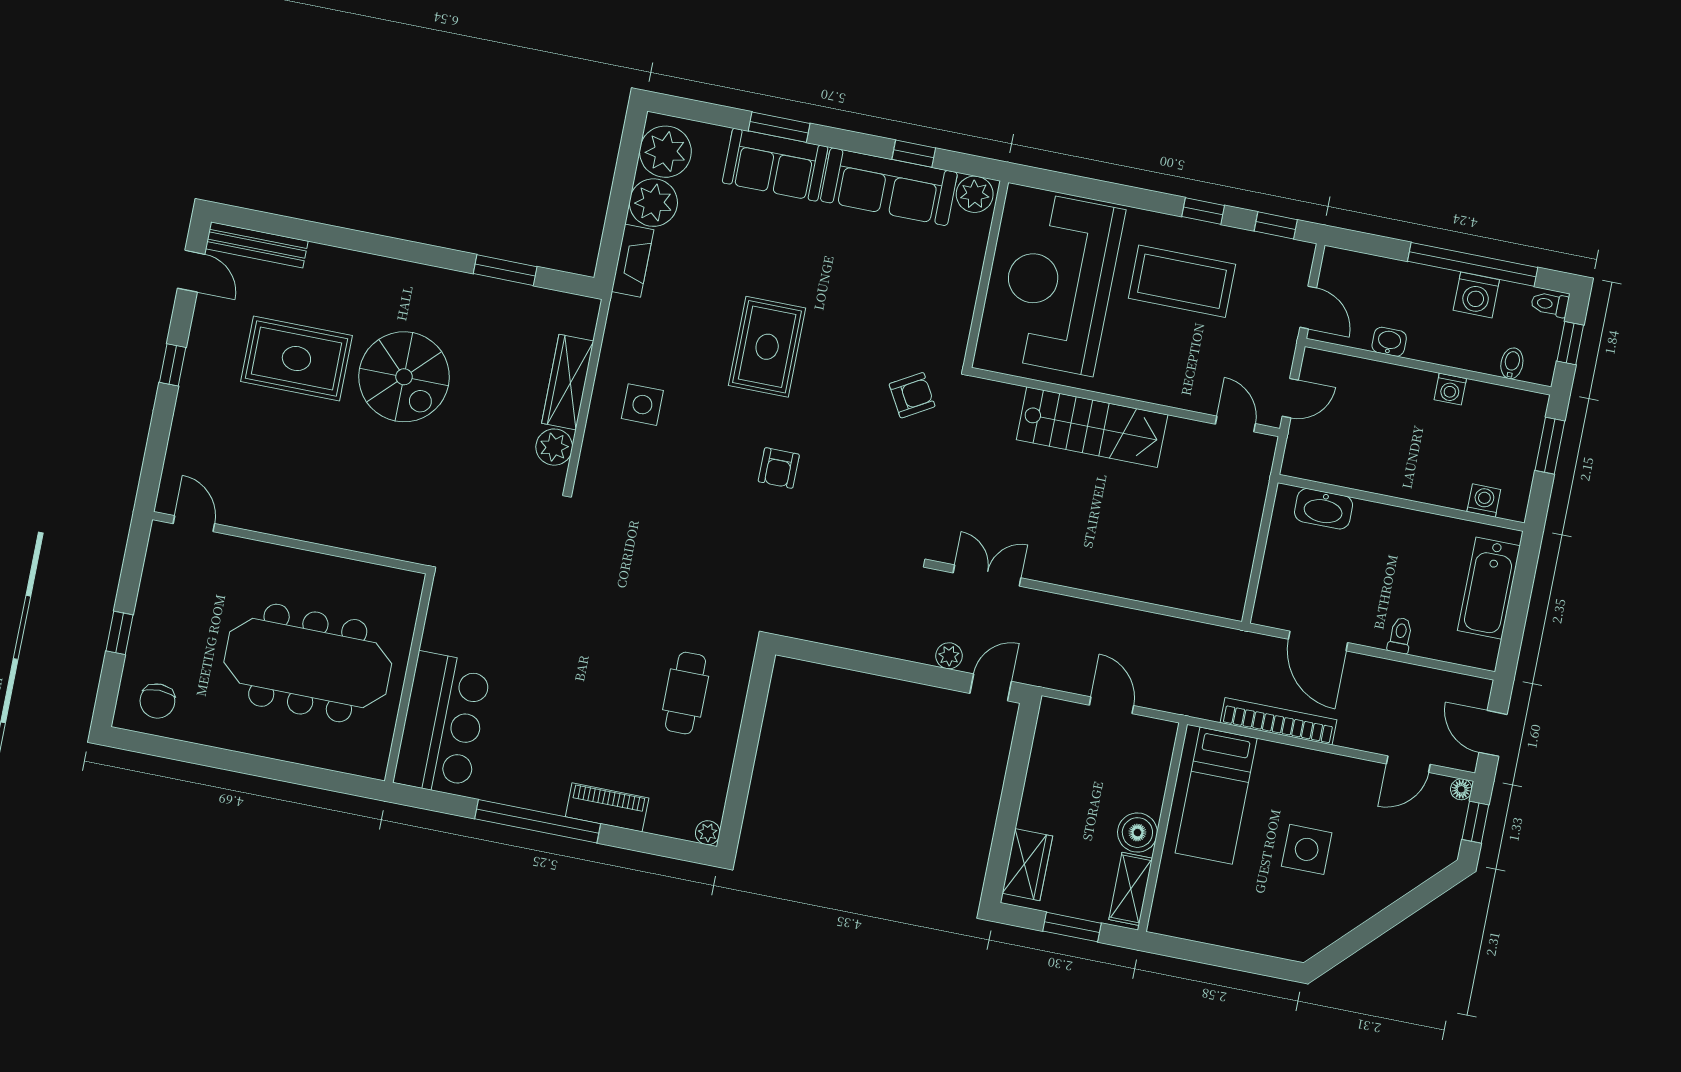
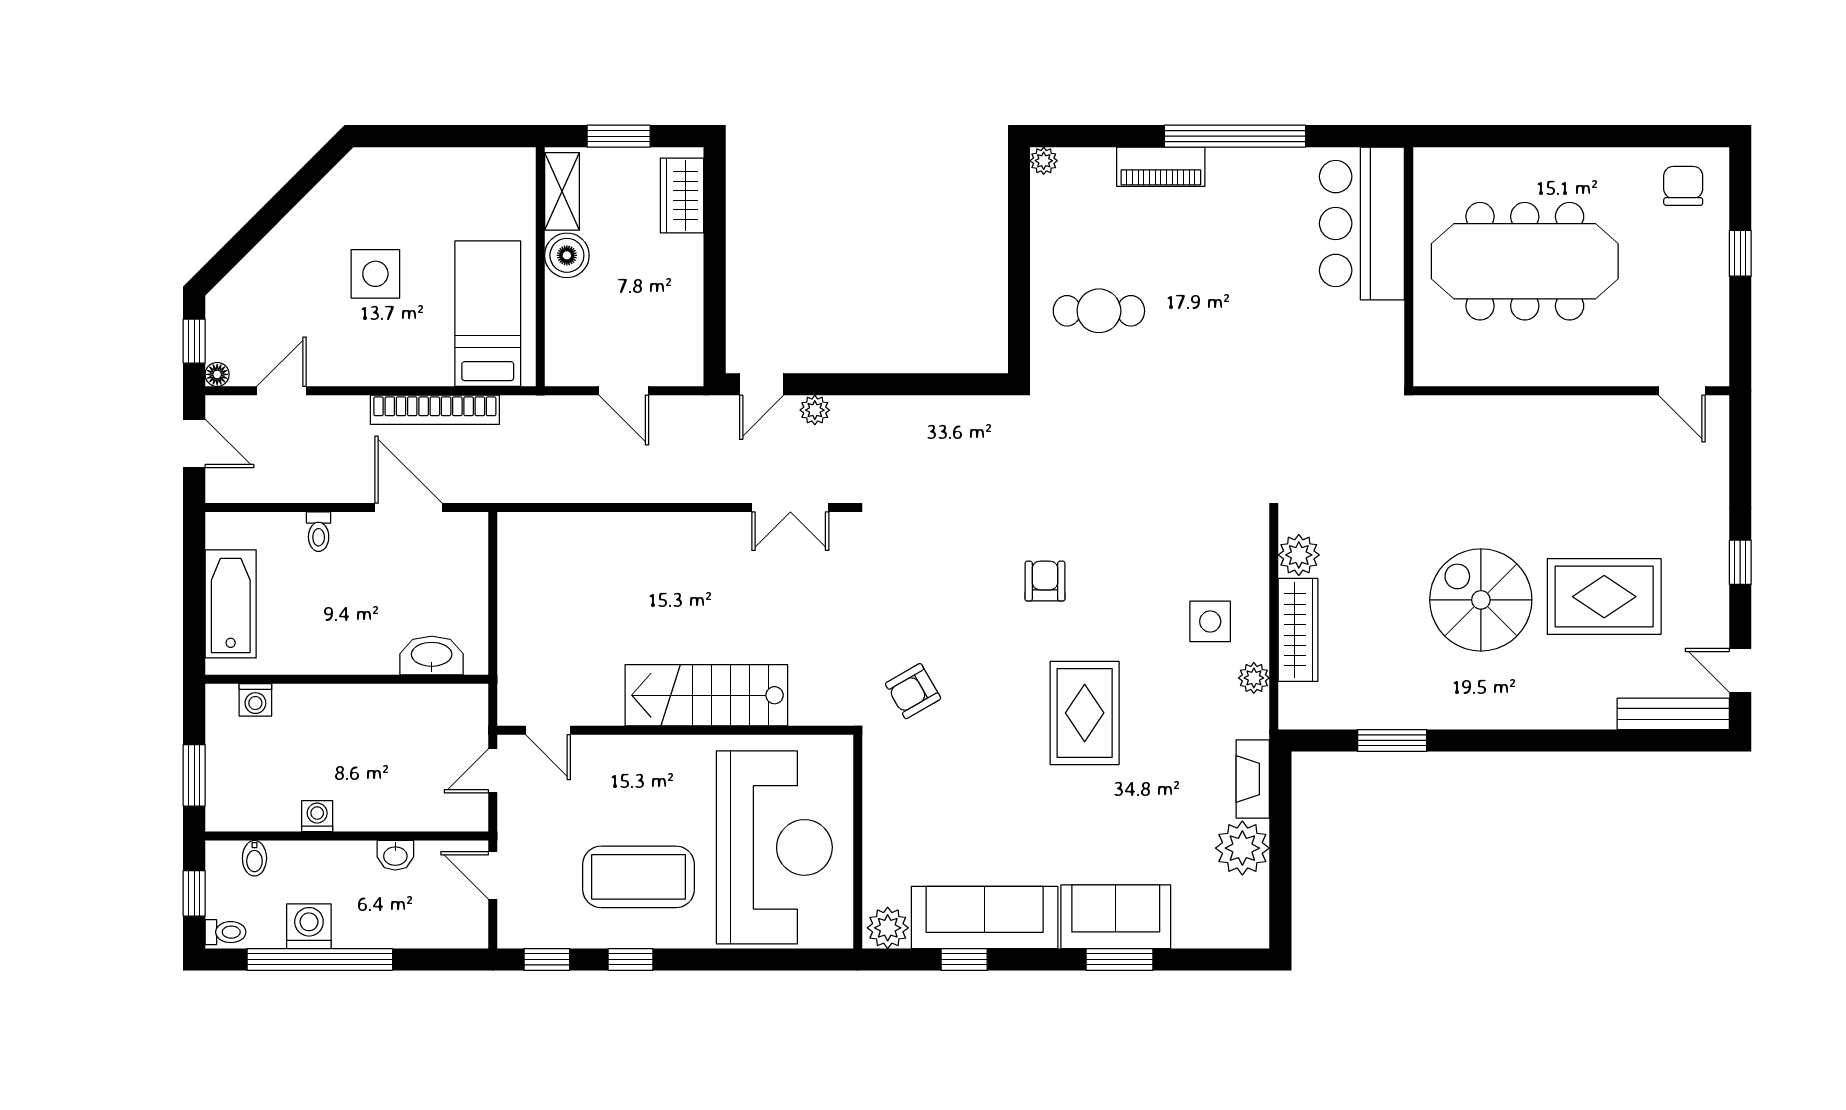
plant: (665, 152) -> (1254, 678), moved, width x0.53, depth x0.53
cafe table: (686, 693) -> (1099, 311), turned 90

